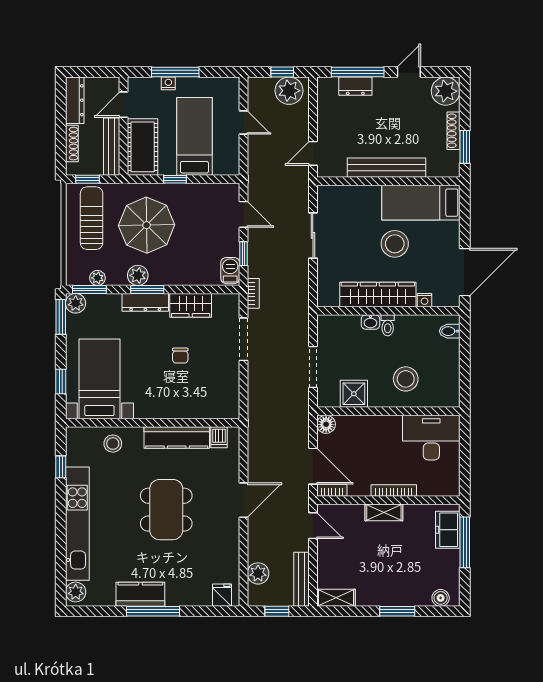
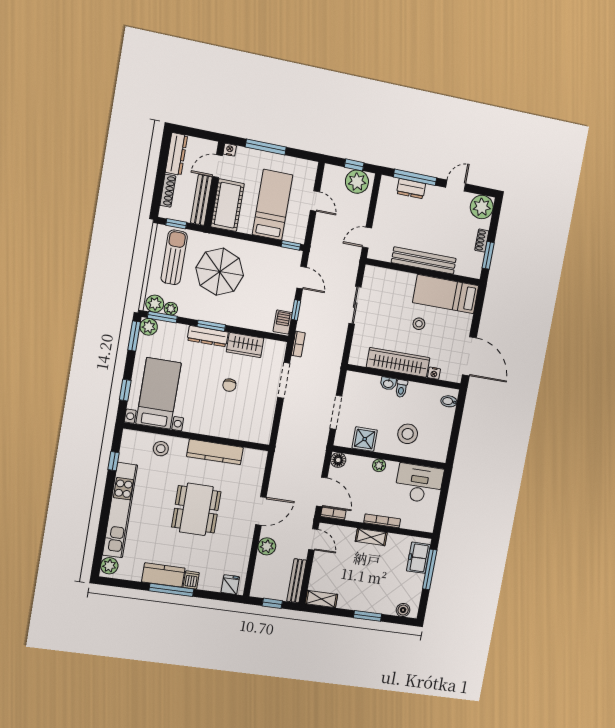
nightstand: (168, 83) -> (230, 150), moved
shoe rack: (453, 131) -> (482, 241), width x0.70
window: (175, 179) -> (291, 245), moved
stool: (395, 244) -> (419, 324), width x0.53, depth x0.53
door: (465, 272) -> (469, 356), hinge flipped
plant: (138, 275) -> (155, 304), moved
plant: (377, 423) -> (379, 465), added
dishwasher: (219, 437) -> (191, 580), moved, turned 180
plant: (258, 573) -> (267, 546), moved

